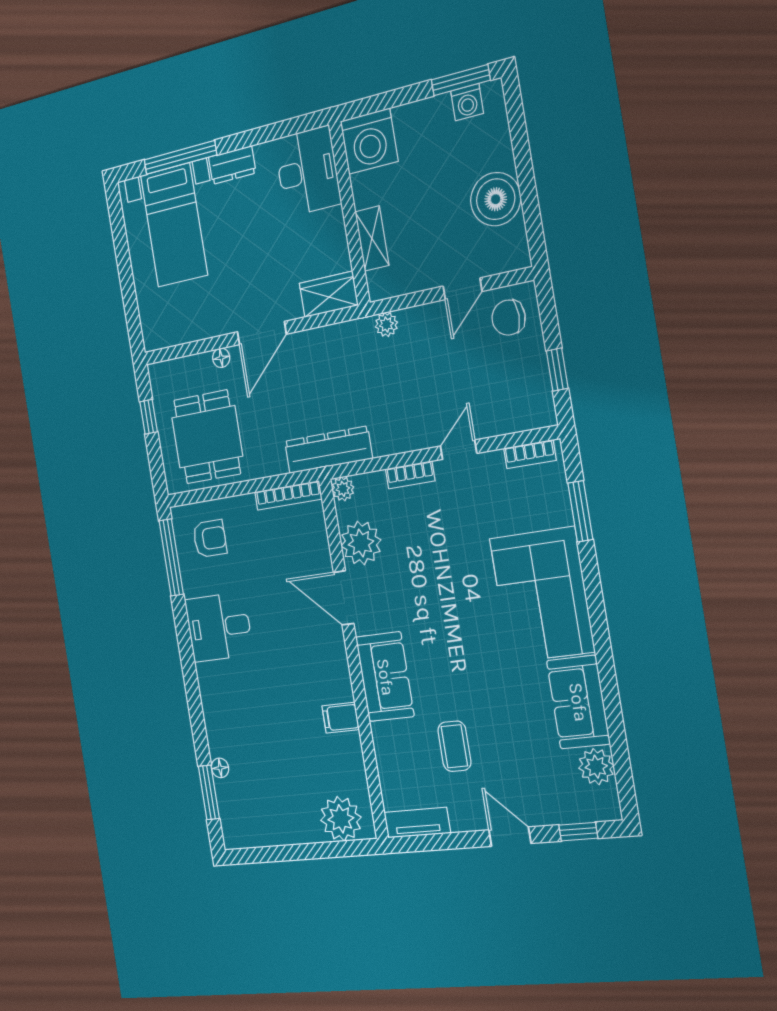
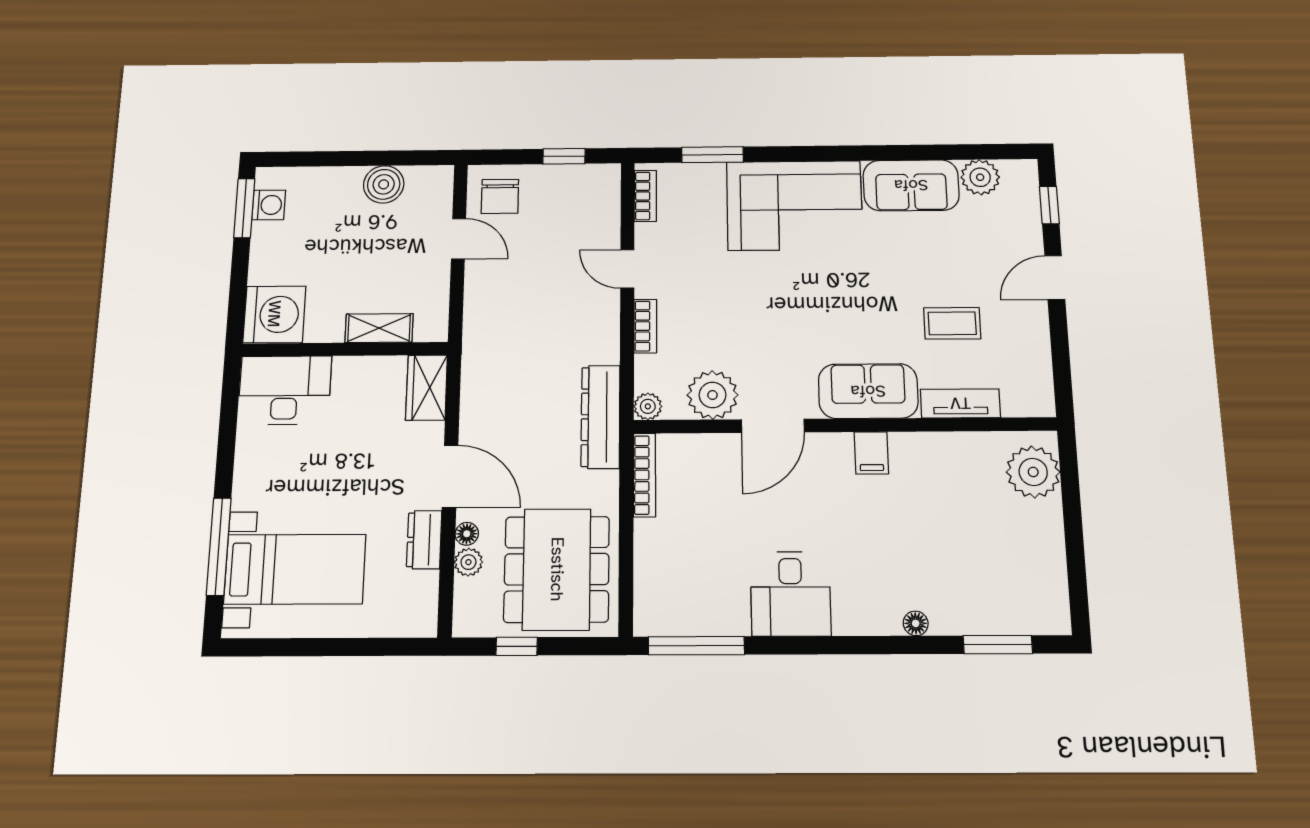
dresser: (232, 165) -> (424, 540), moved, turned 180
boiler: (496, 199) -> (384, 184), width x0.73, depth x0.73
plant: (386, 324) -> (468, 562), moved
dining table: (207, 437) -> (557, 569), width x1.38
armchair: (210, 539) -> (680, 587), removed
filing cabinet: (341, 718) -> (871, 453), moved
floor lamp: (220, 768) -> (916, 623), moved
tv unit: (417, 823) -> (960, 403), moved, turned 90

